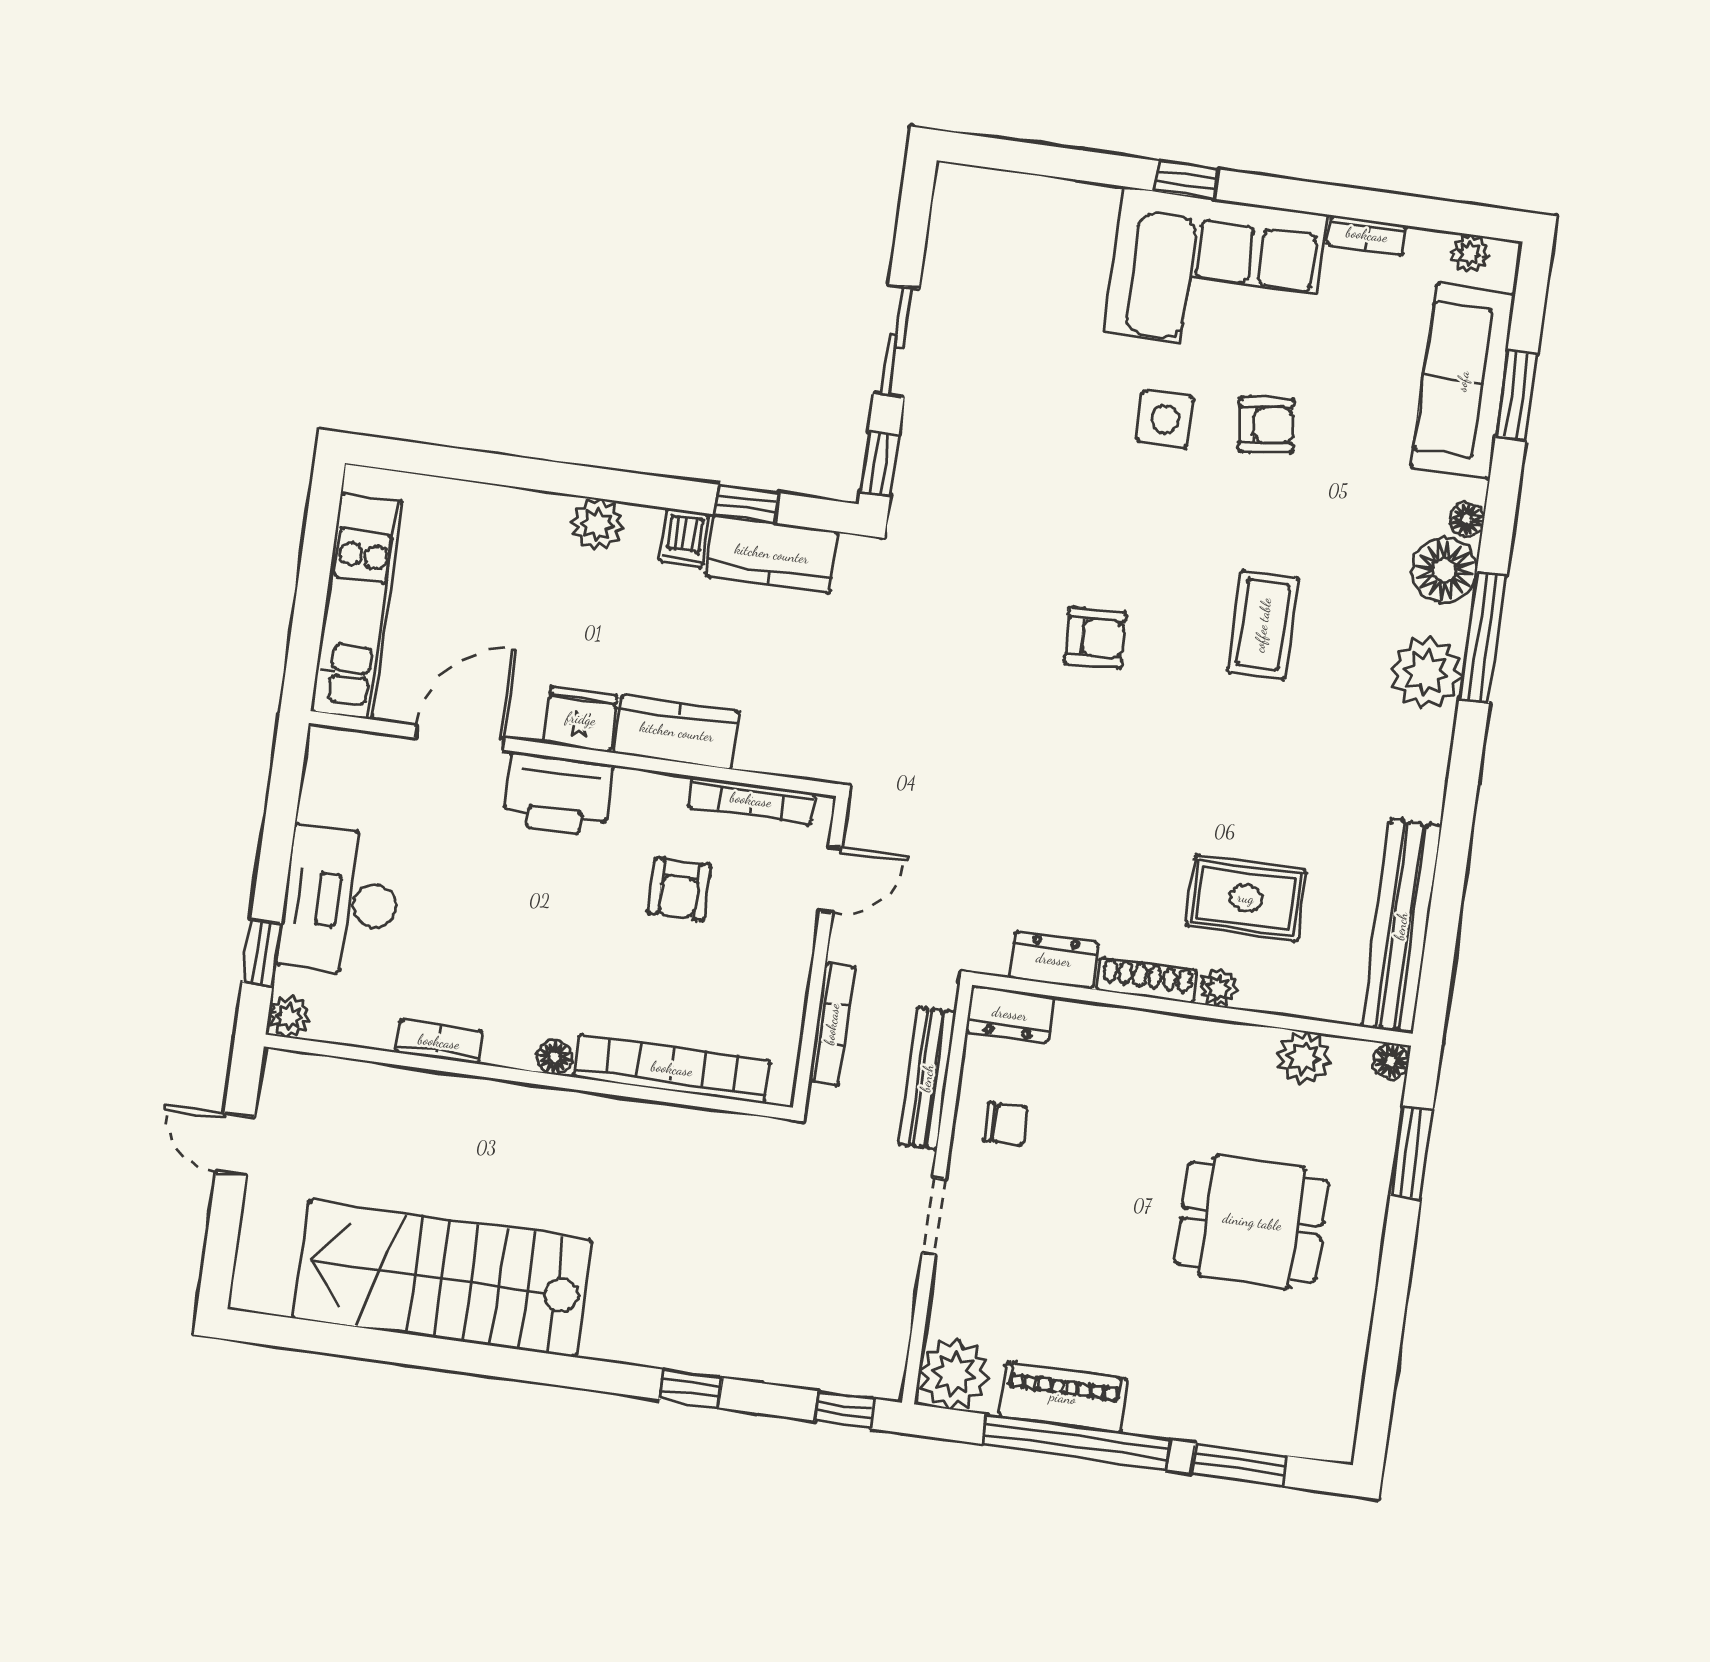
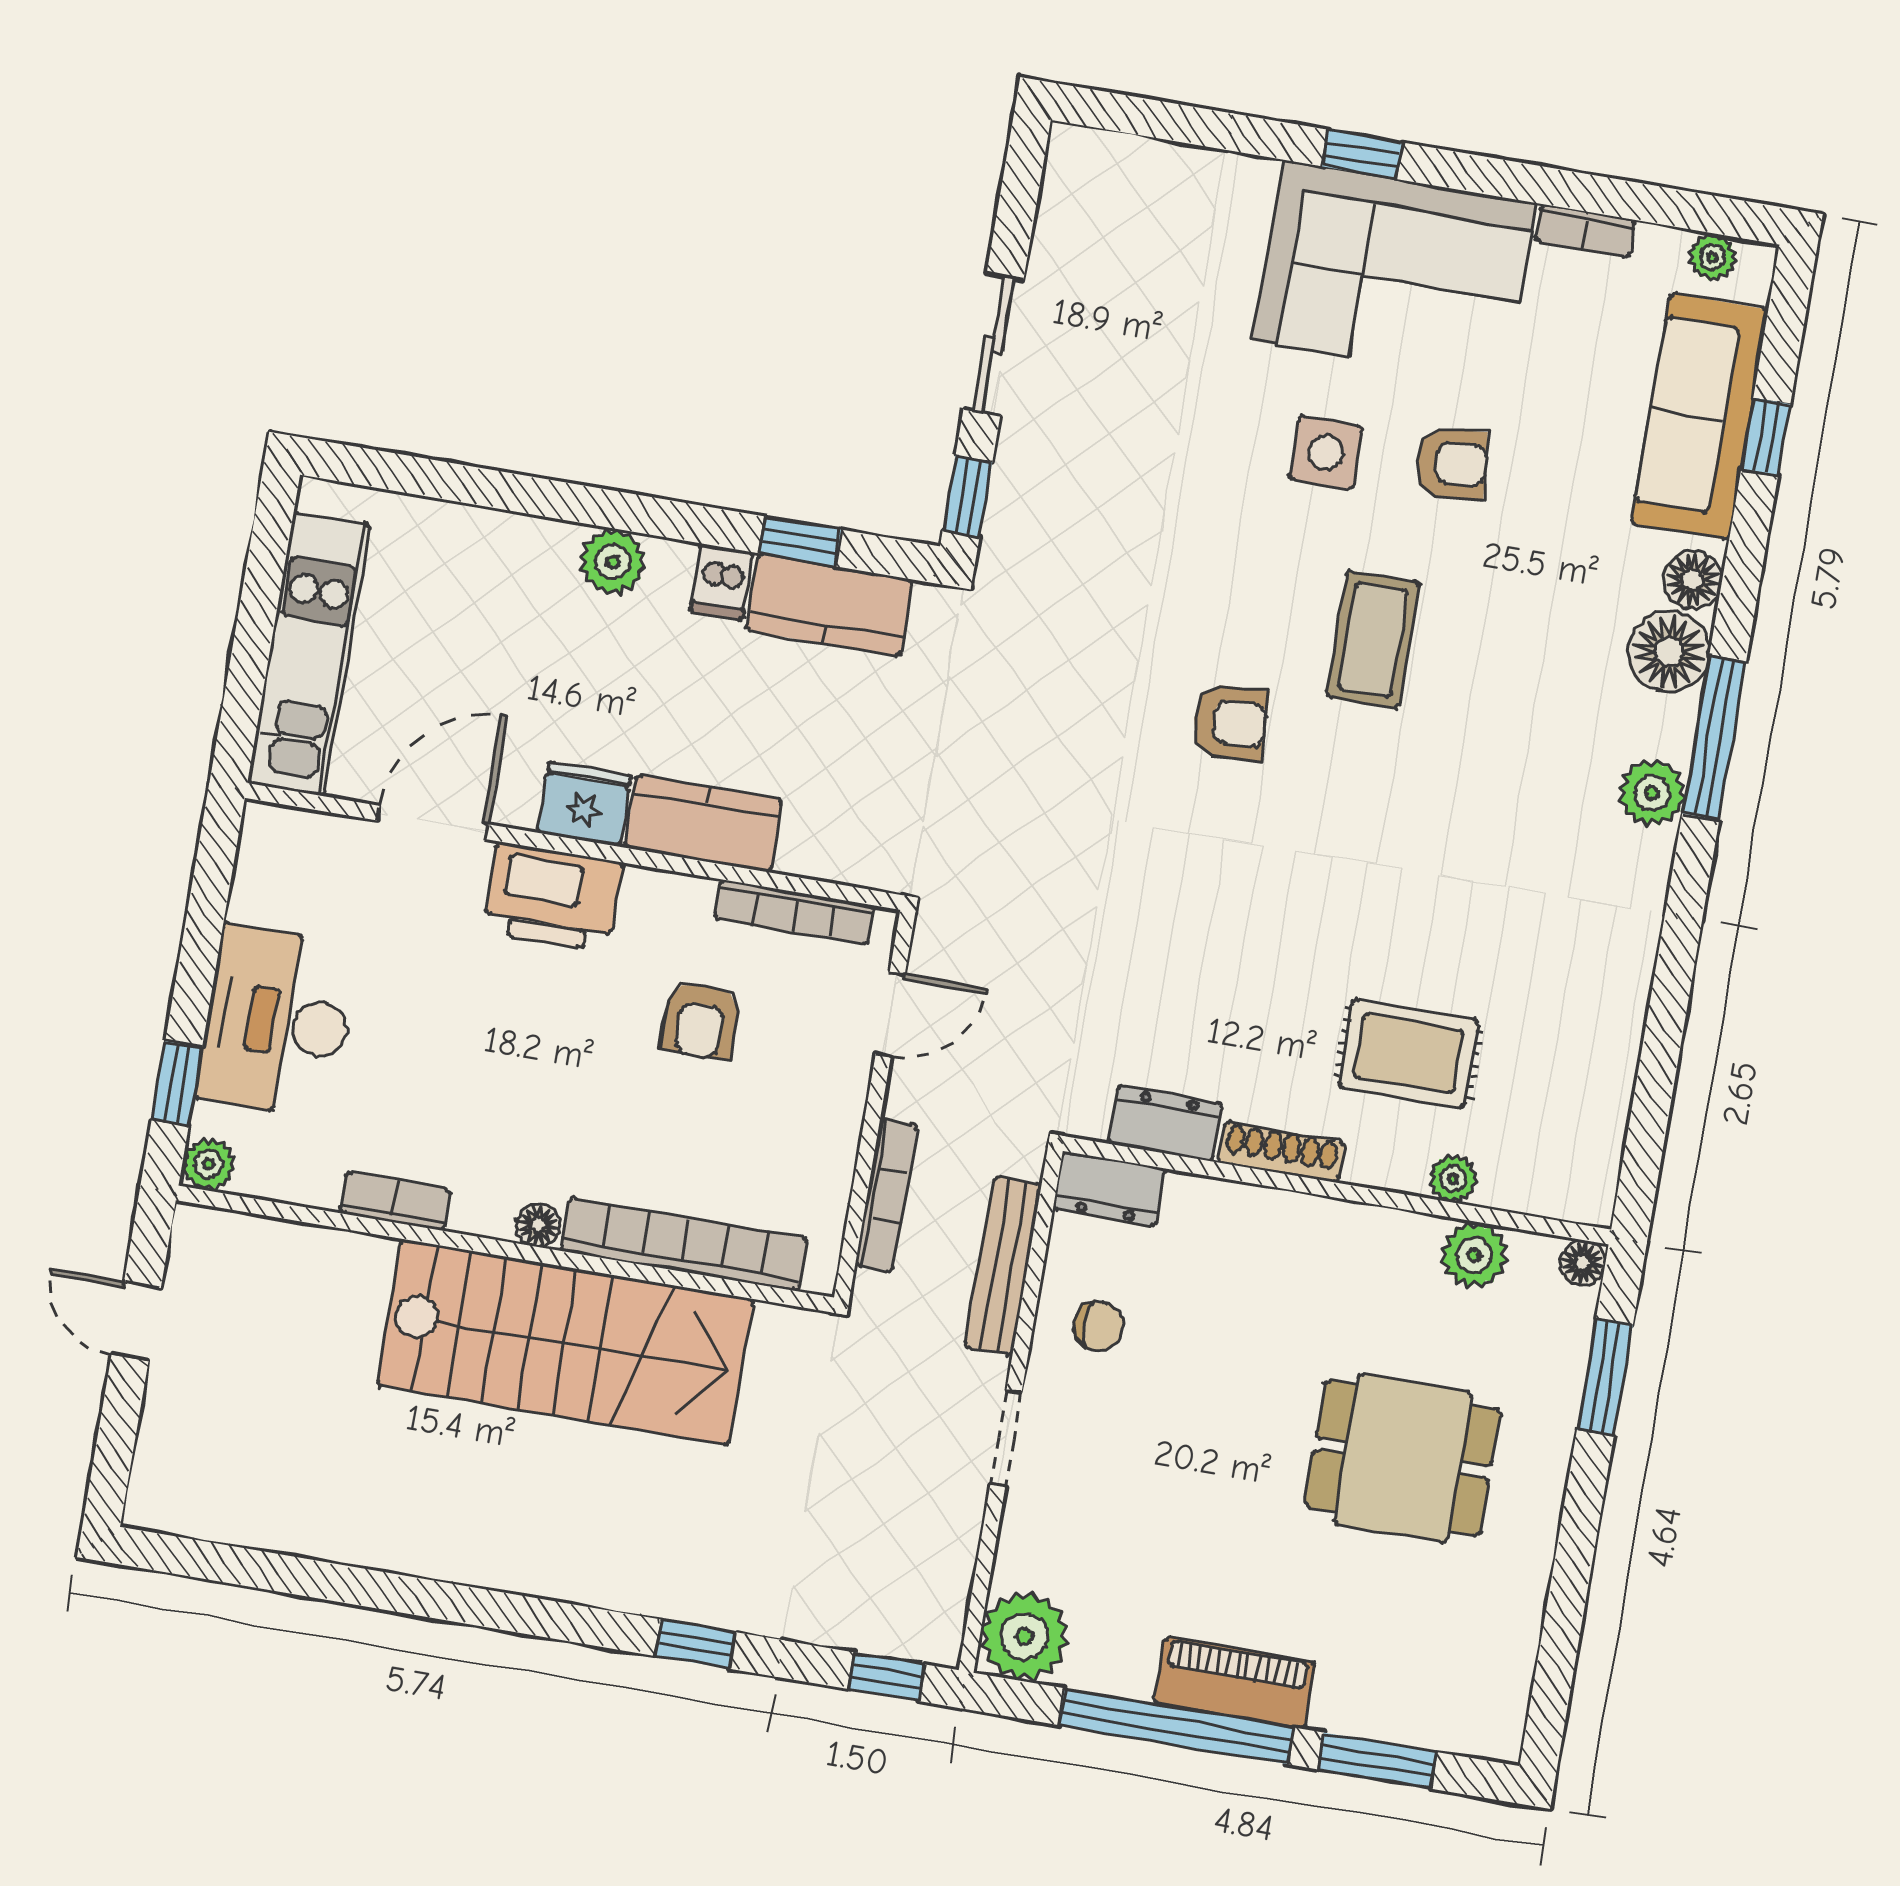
window: (1516, 396) -> (1766, 437), width x0.67
floor lamp: (1467, 519) -> (1693, 580), width x1.37, depth x1.37
coffee table: (1263, 625) -> (1373, 640), moved
plant: (1426, 672) -> (1652, 793), width x0.73, depth x0.73
bench: (1401, 926) -> (1601, 1095), removed
plant: (1218, 988) -> (1453, 1178), moved
stairs: (442, 1279) -> (565, 1342), moved, turned 180
piano: (1063, 1398) -> (1235, 1683), moved

